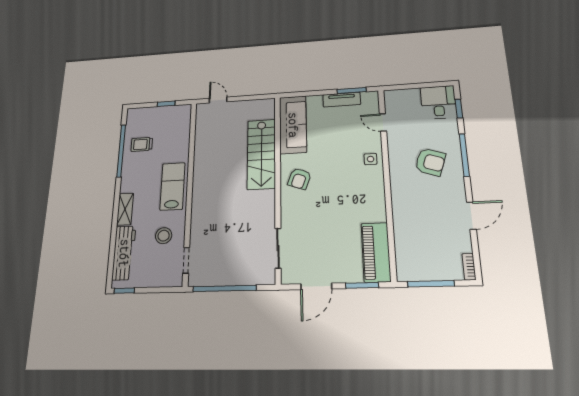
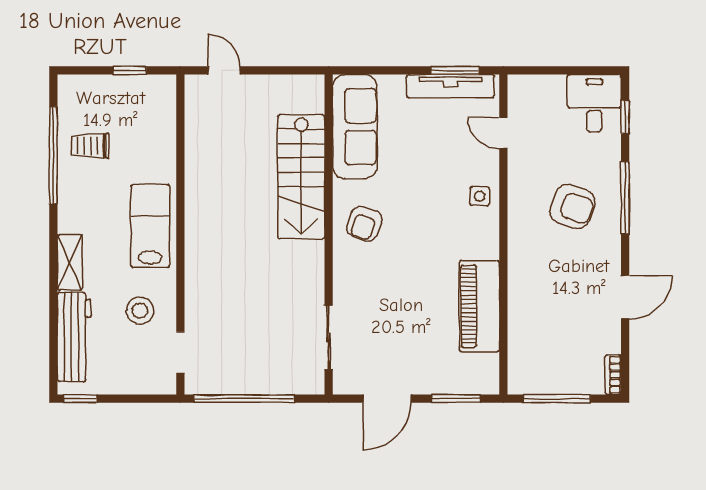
tv unit: (342, 100) -> (450, 86), width x1.41
piano: (376, 252) -> (479, 306), moved

